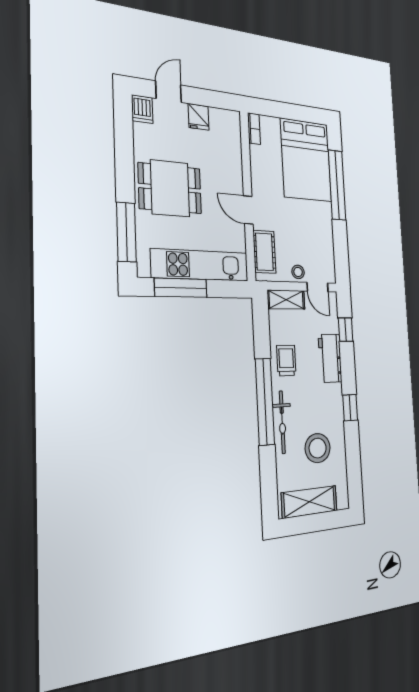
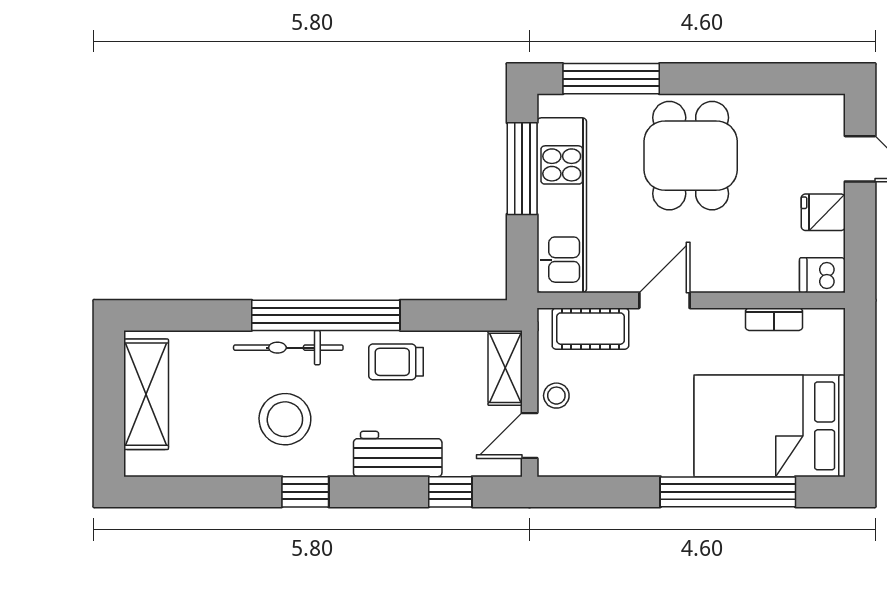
dishwasher: (142, 109) -> (822, 275), moved
bookcase: (254, 129) -> (774, 319), moved
trolley: (286, 360) -> (396, 362), turned 180
stool: (318, 448) -> (285, 419), moved

